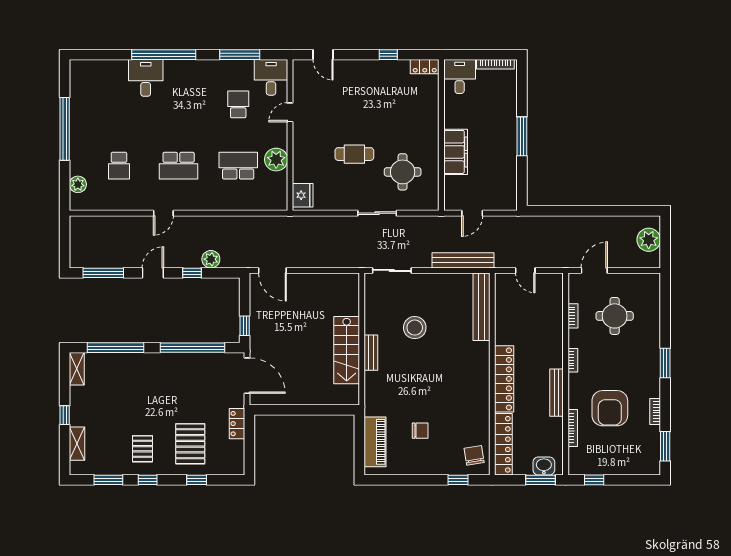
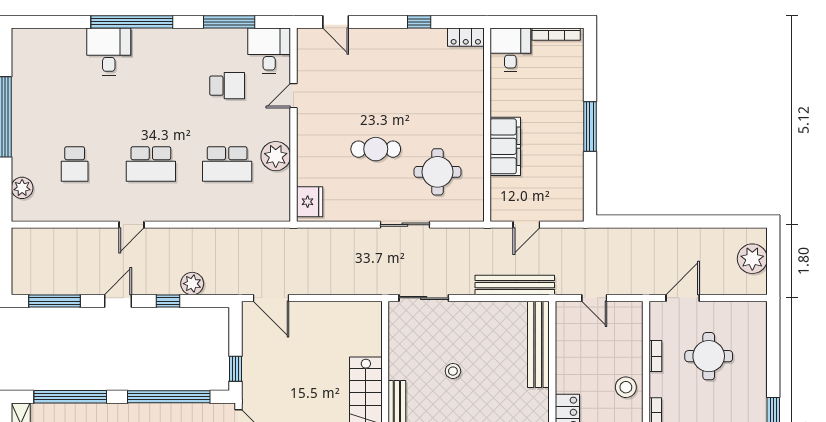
school desk: (238, 104) -> (227, 86), turned 90
school desk: (238, 166) -> (227, 164), turned 180
stool: (415, 328) -> (453, 371), width x0.53, depth x0.53
stool: (550, 340) -> (626, 387), added

